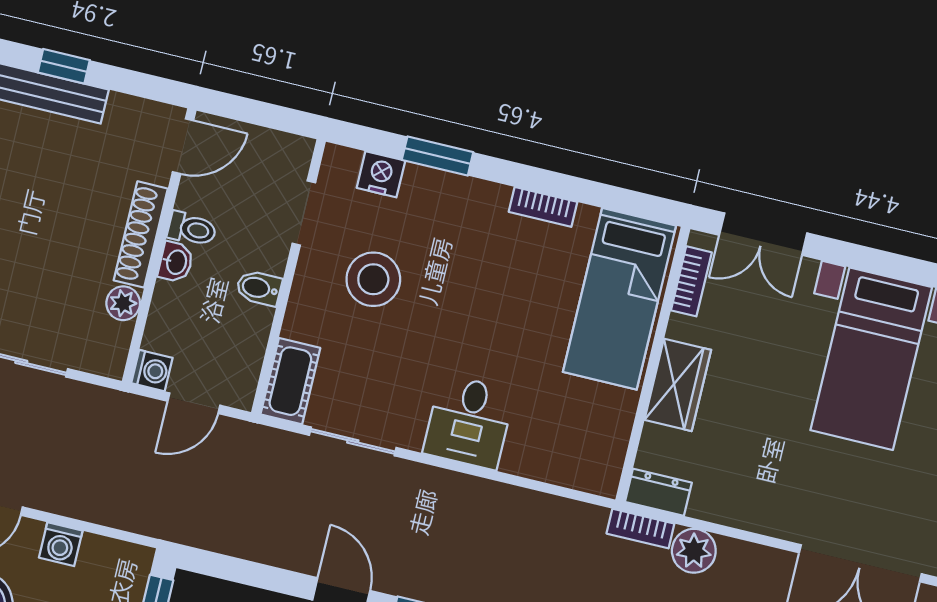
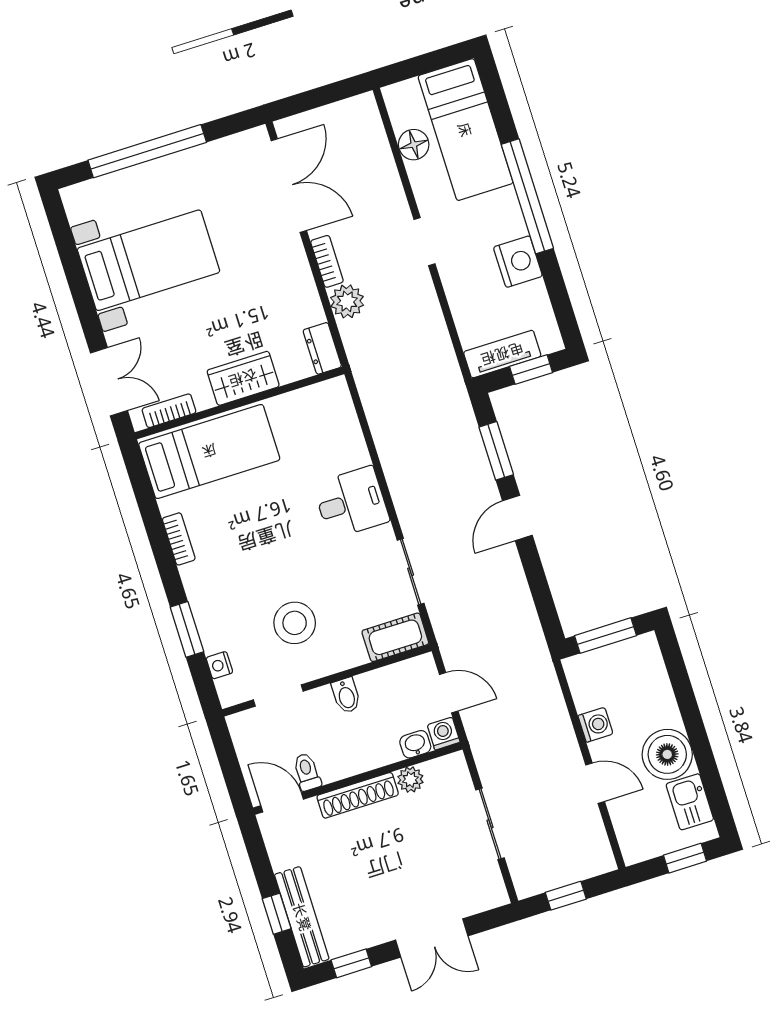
nightstand: (381, 174) -> (219, 665), width x0.72, depth x0.74
toilet: (192, 229) -> (307, 772), moved
washbasin: (176, 262) -> (415, 744), moved
bookcase: (640, 529) -> (327, 261), moved

